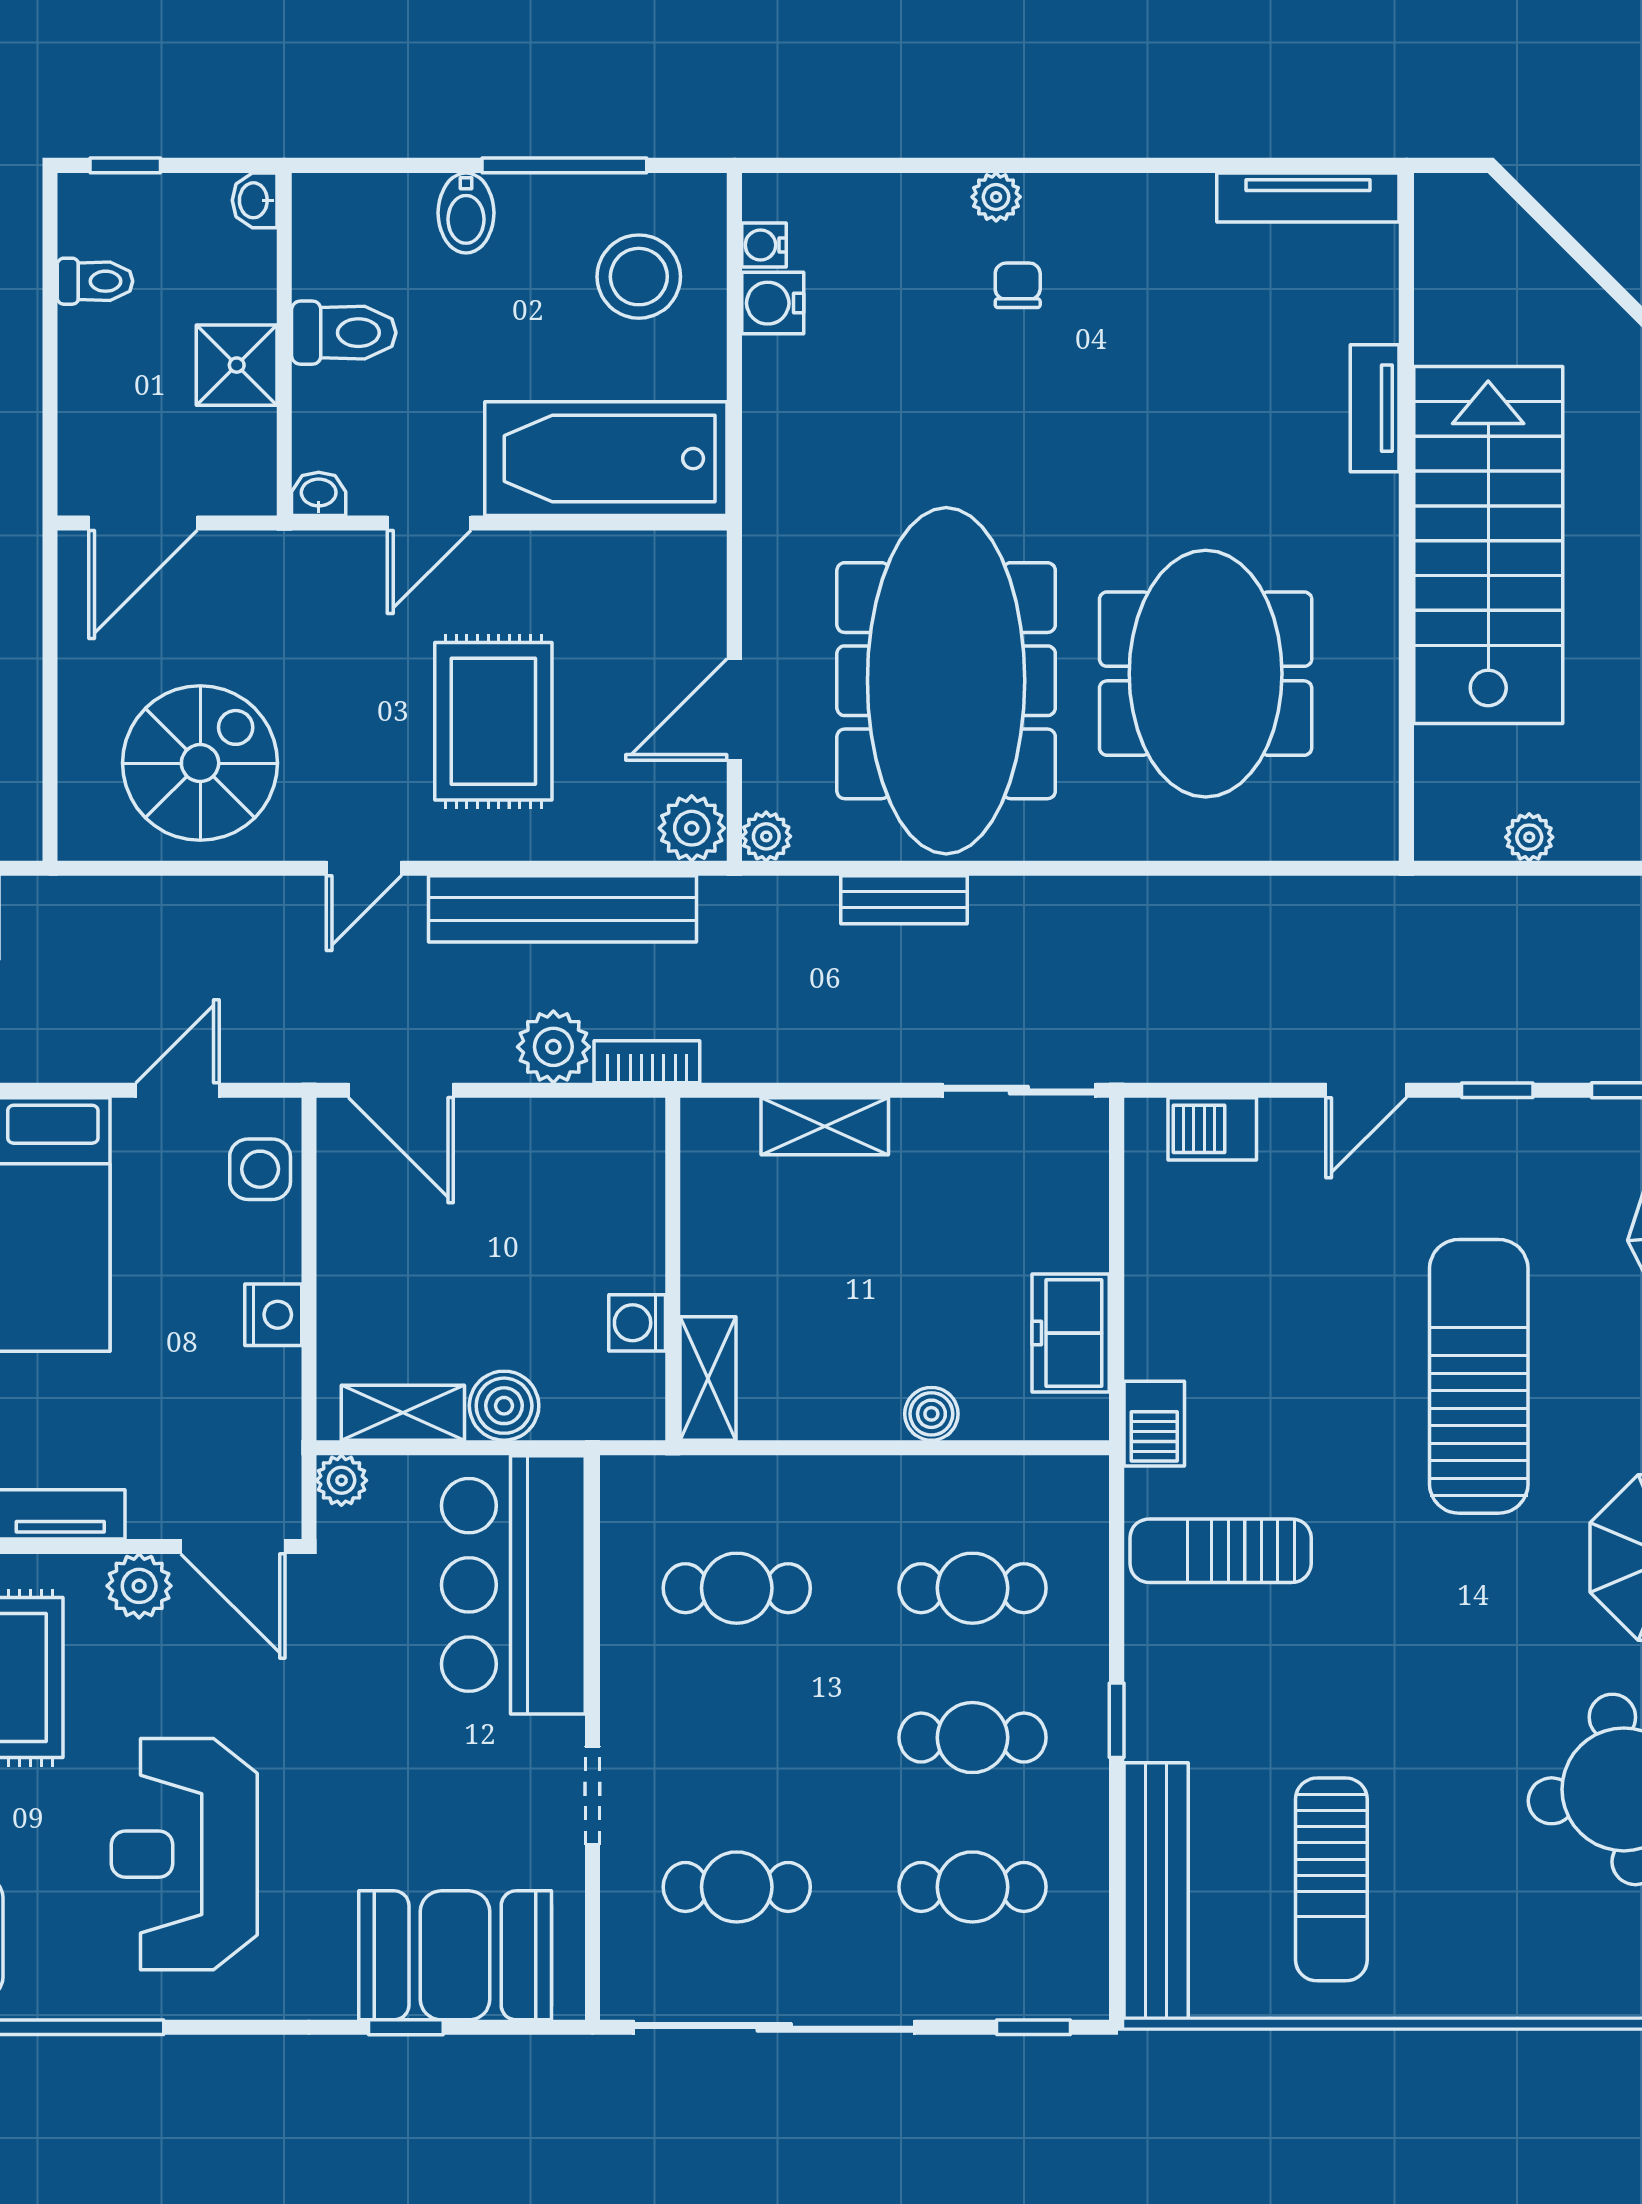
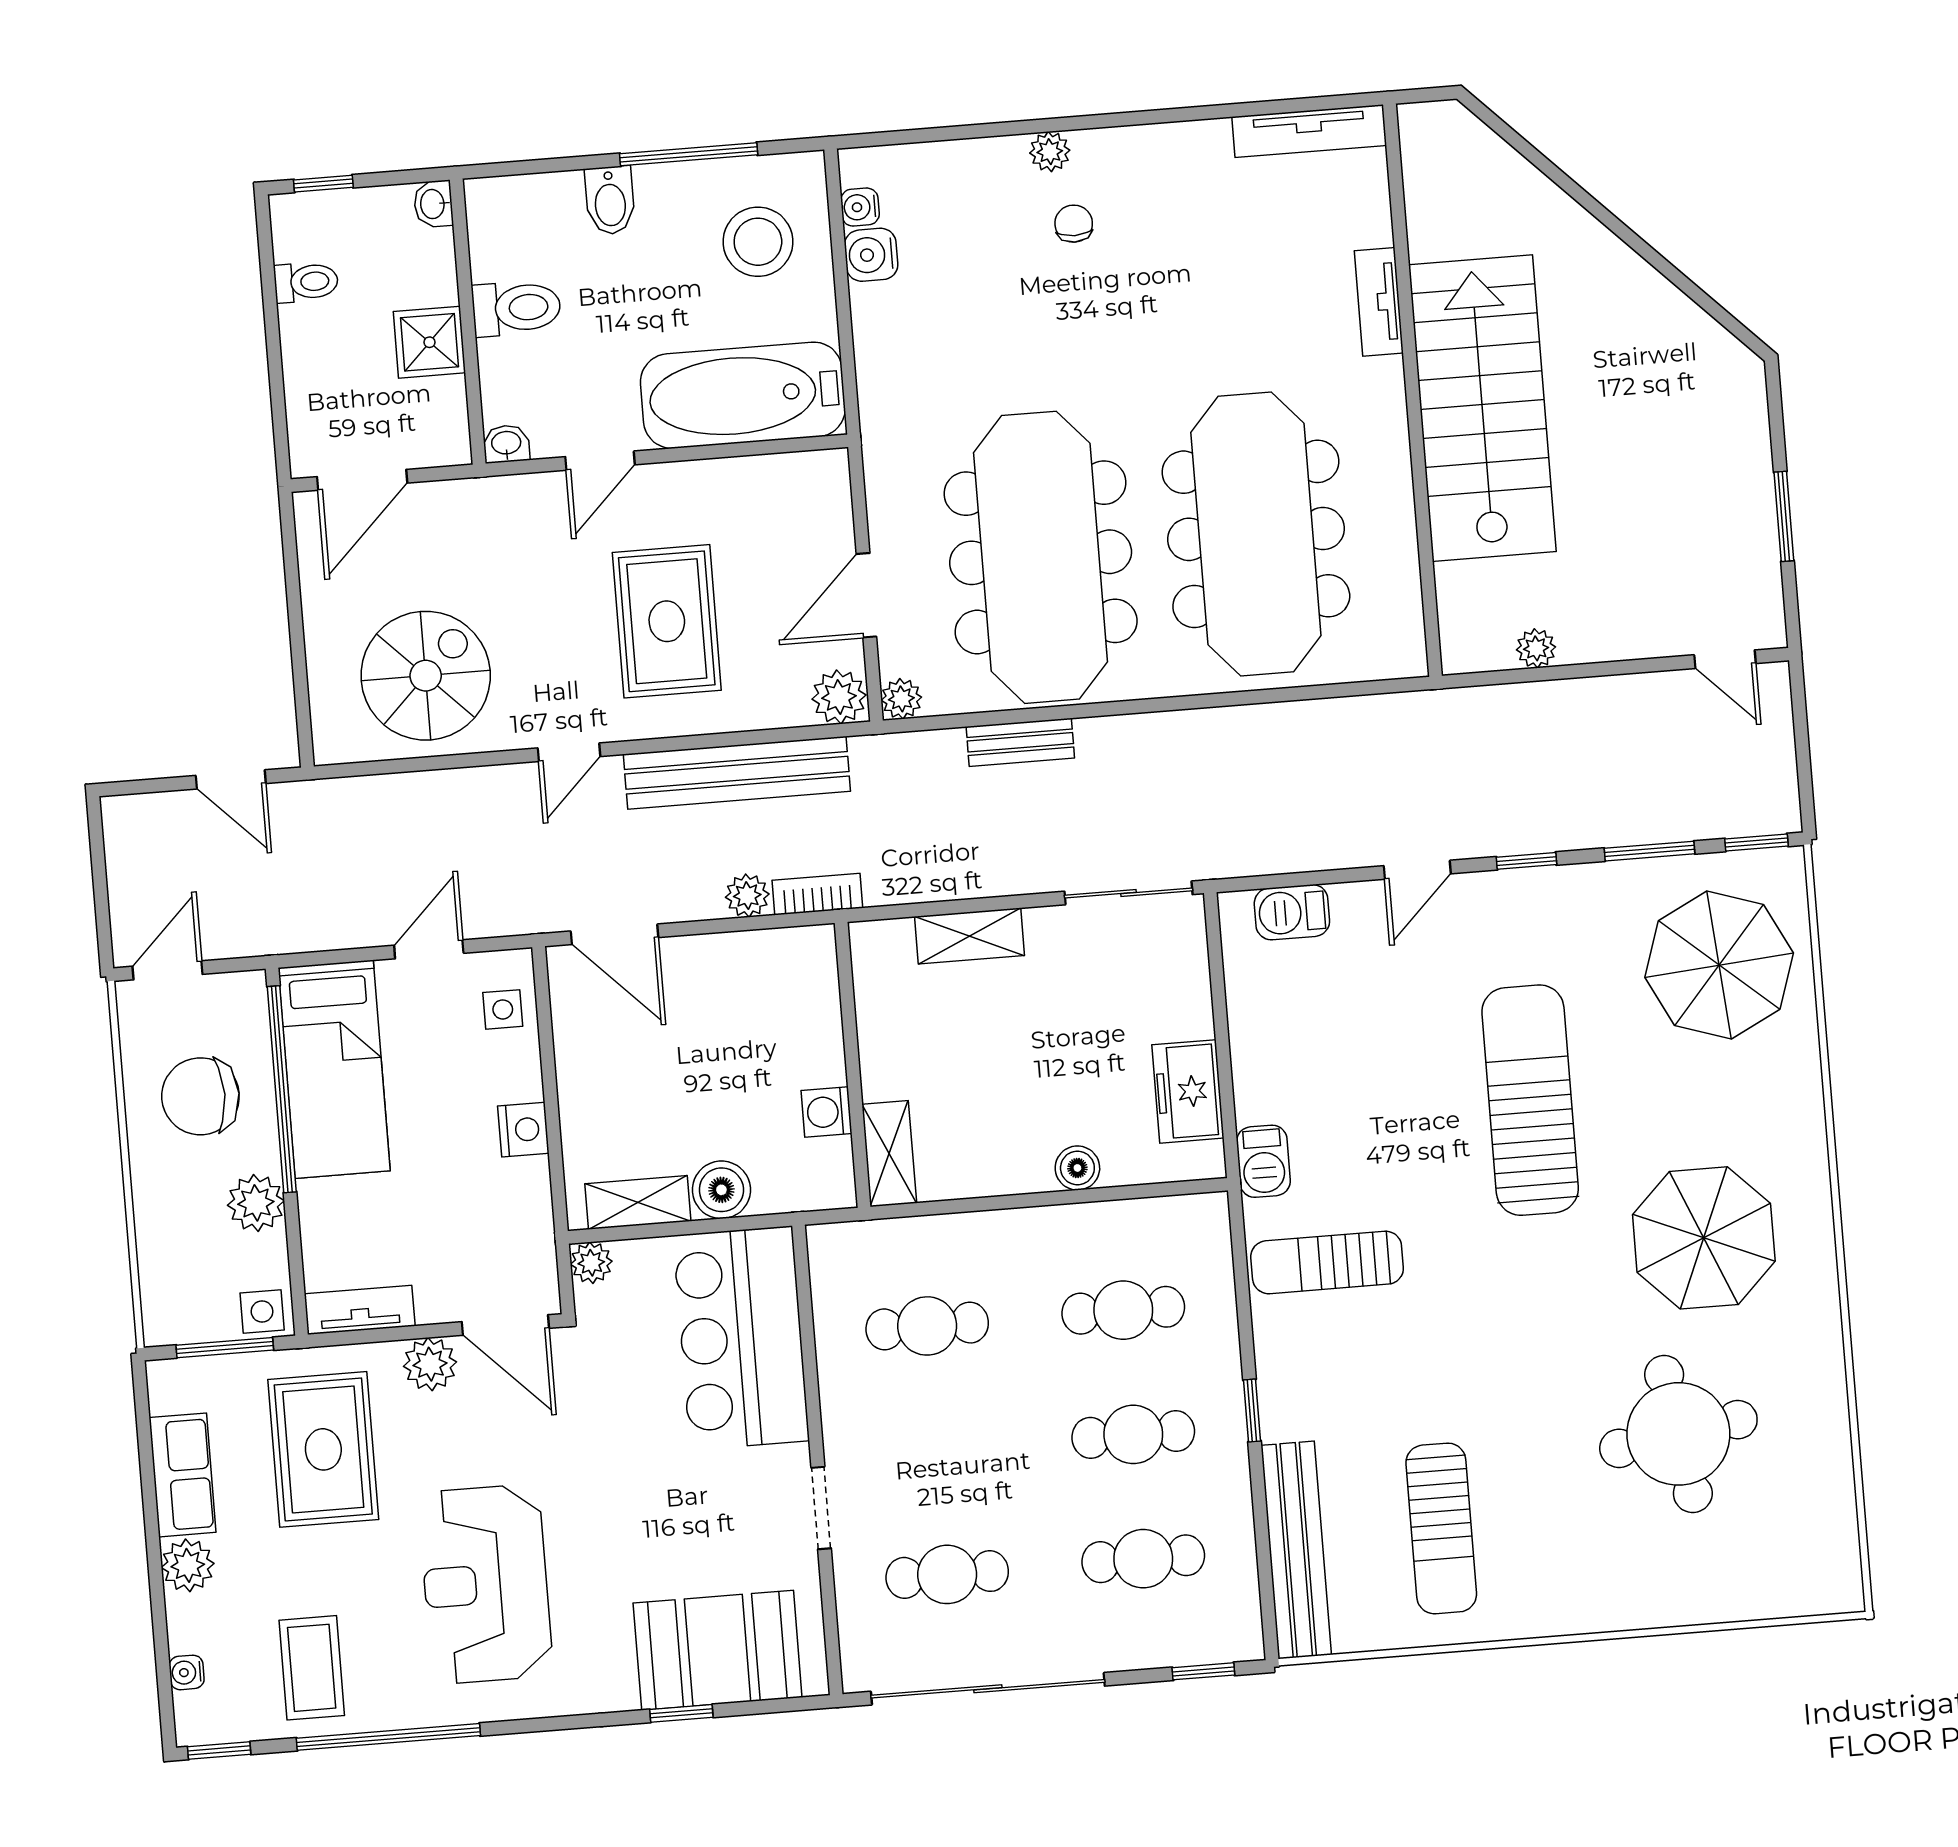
meeting table: (1206, 674) -> (1256, 534), width x1.36
plant: (553, 1047) -> (747, 896), width x0.73, depth x0.73
side table: (260, 1169) -> (503, 1009), width x0.73, depth x0.73

